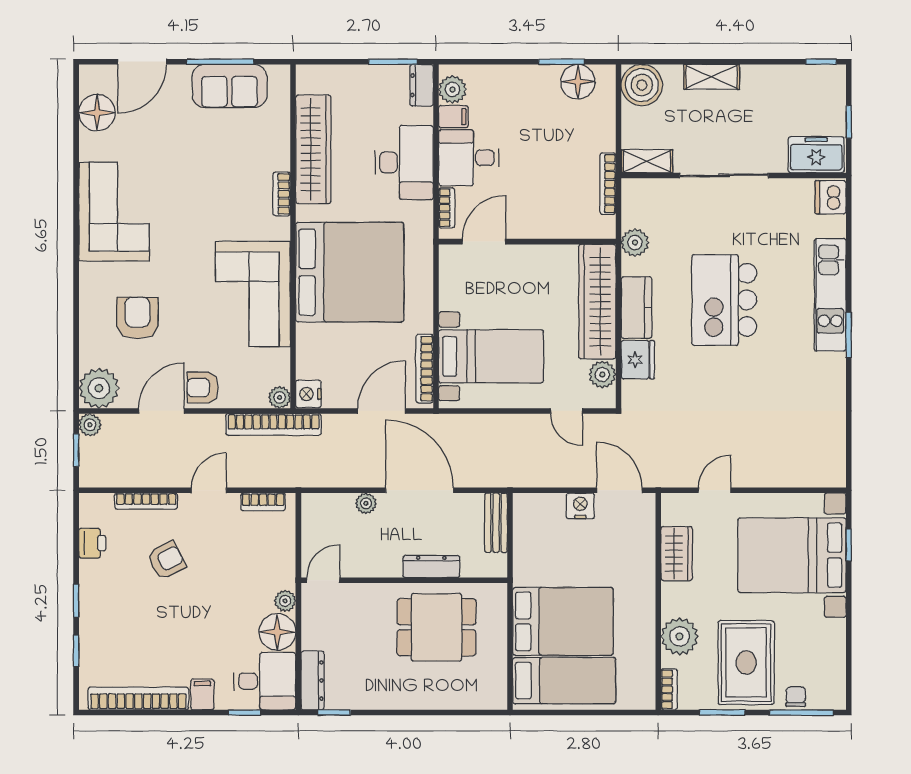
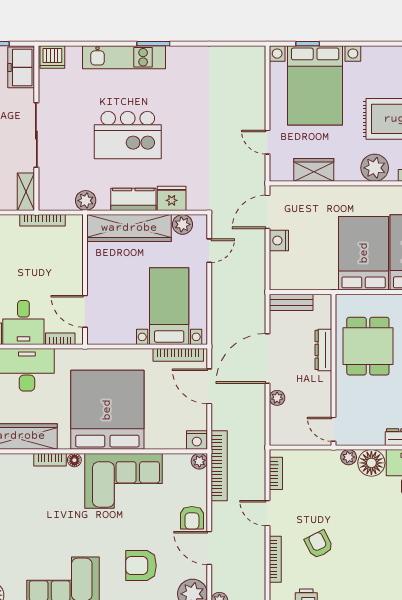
floor lamp: (281, 227) -> (74, 460), added

